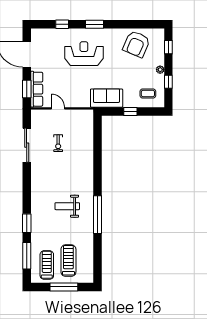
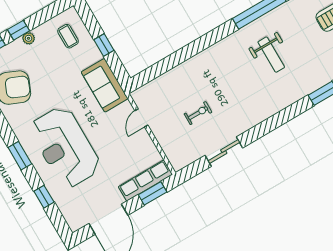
reception desk: (84, 54) -> (65, 147), width x1.36, depth x1.30
window: (168, 82) -> (19, 30), moved
door: (58, 108) -> (141, 118), moved
sliding door: (27, 145) -> (224, 152), width x0.73

